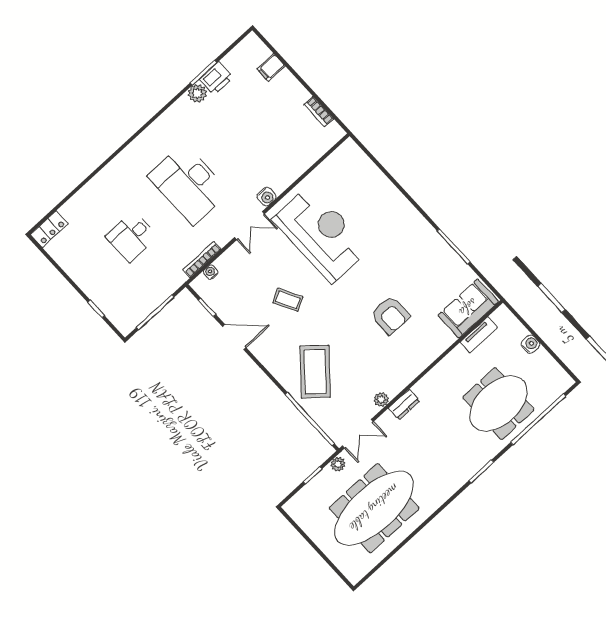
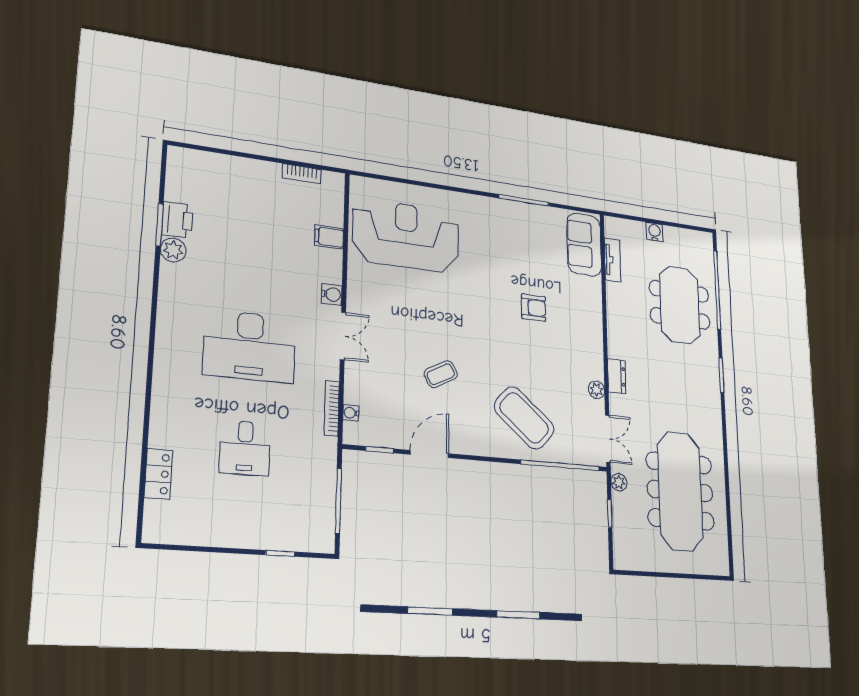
filing cabinet: (271, 67) -> (329, 237), moved, turned 90
locker: (49, 229) -> (158, 474), moved
reception desk: (321, 234) -> (406, 236), moved
armchair: (390, 315) -> (534, 308), width x0.72, depth x0.72

